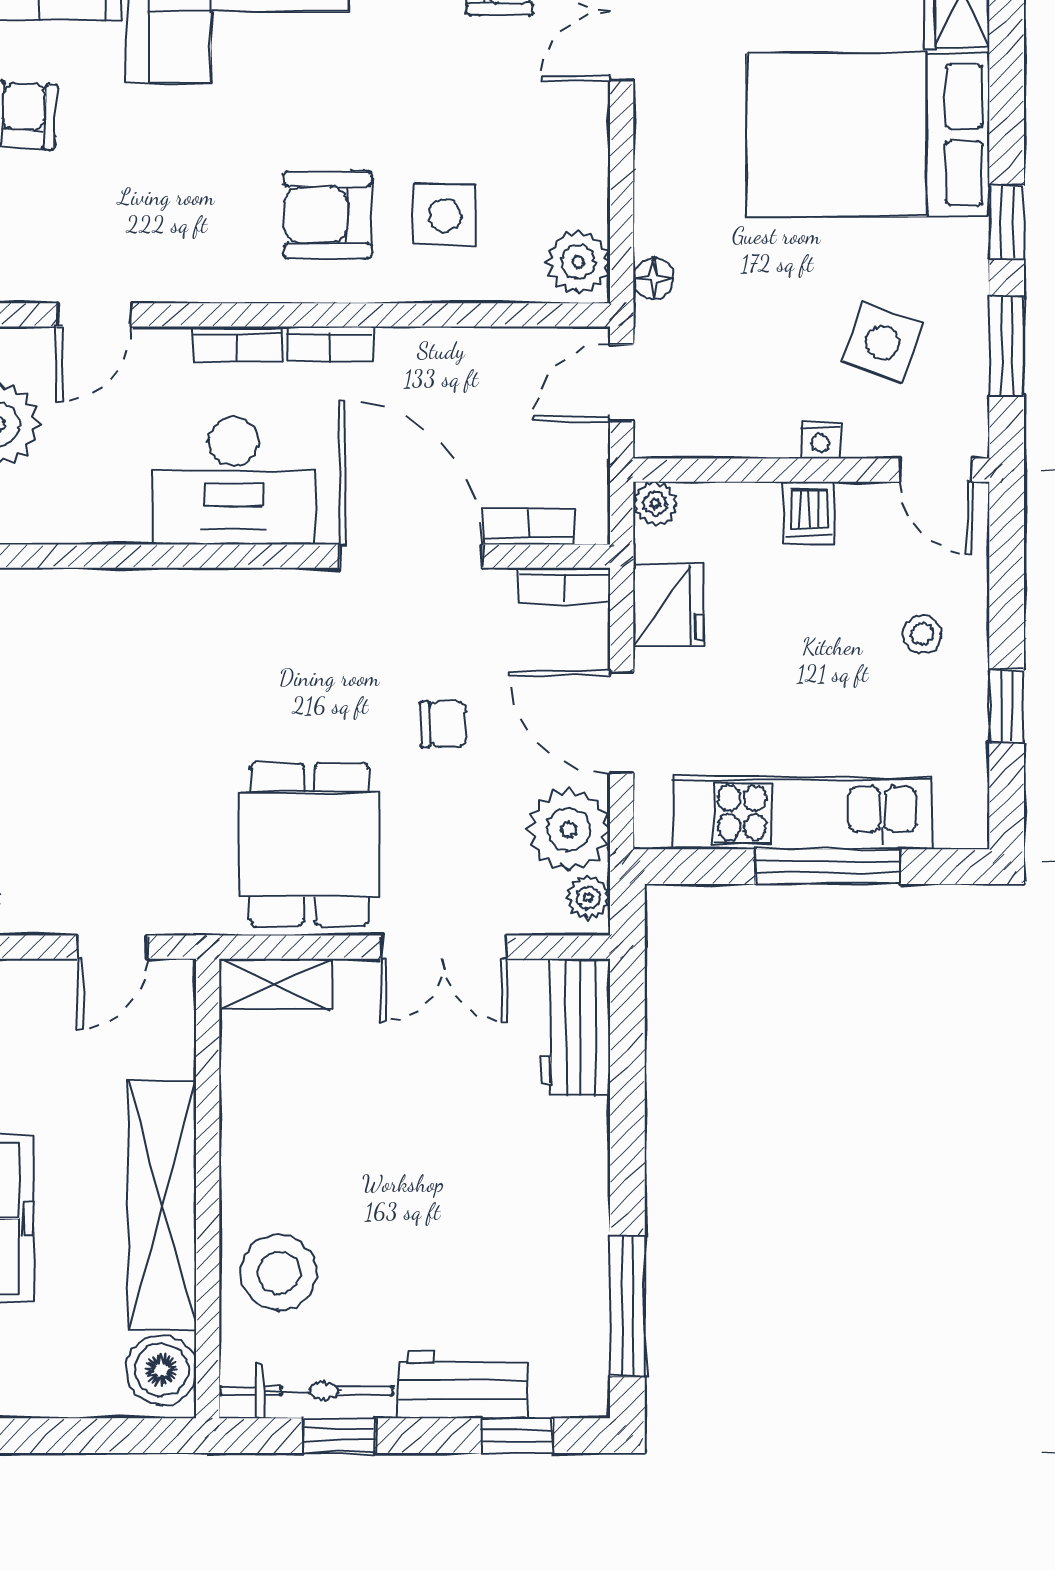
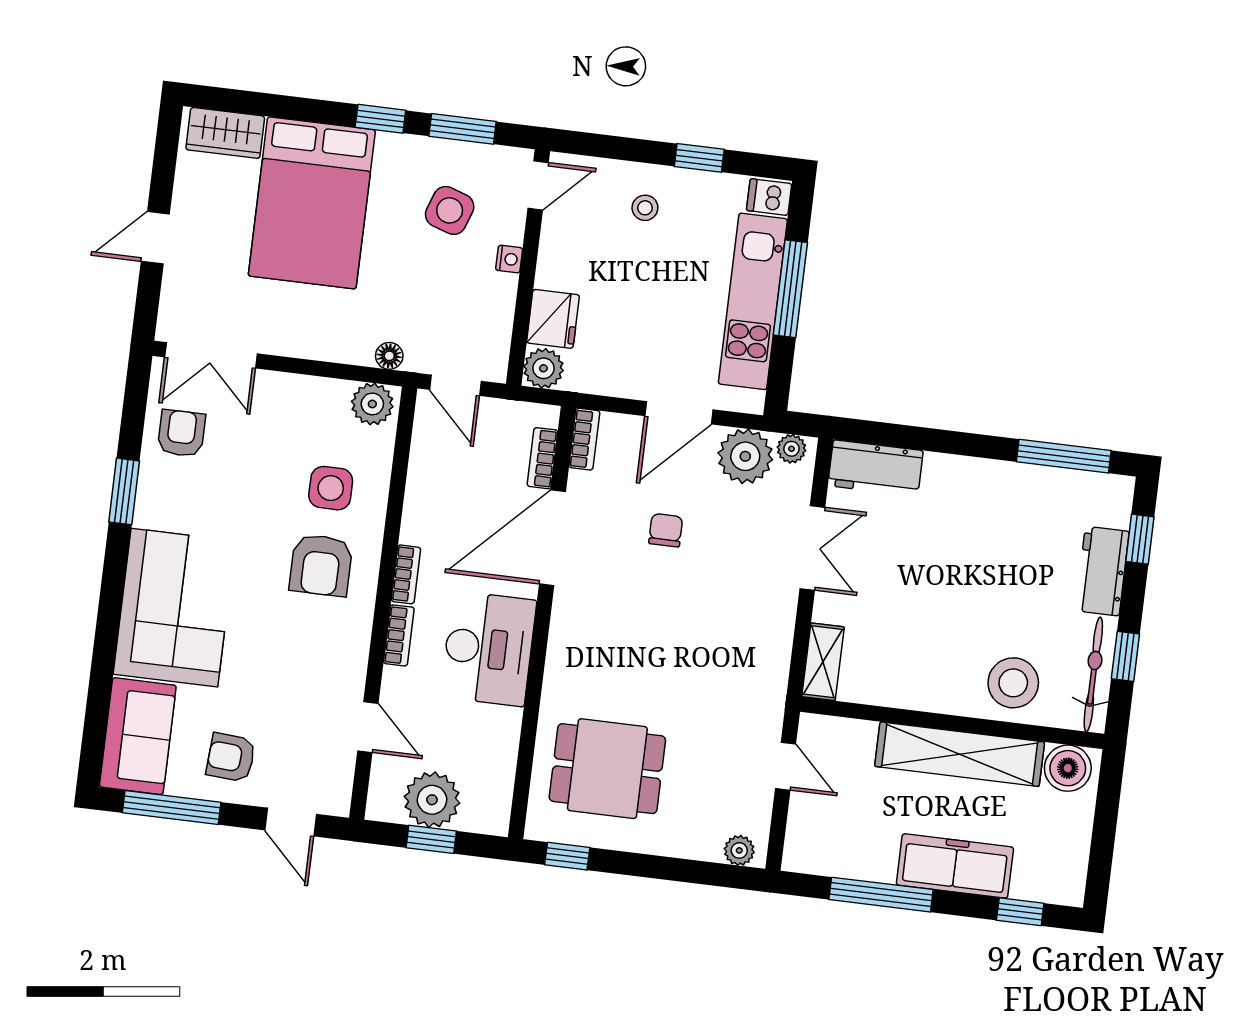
plant: (655, 503) -> (543, 368), width x1.38, depth x1.38
dishwasher: (809, 513) -> (769, 197), moved, turned 180
fridge: (668, 606) -> (553, 319), moved, turned 90
dining table: (309, 844) -> (607, 769), moved

